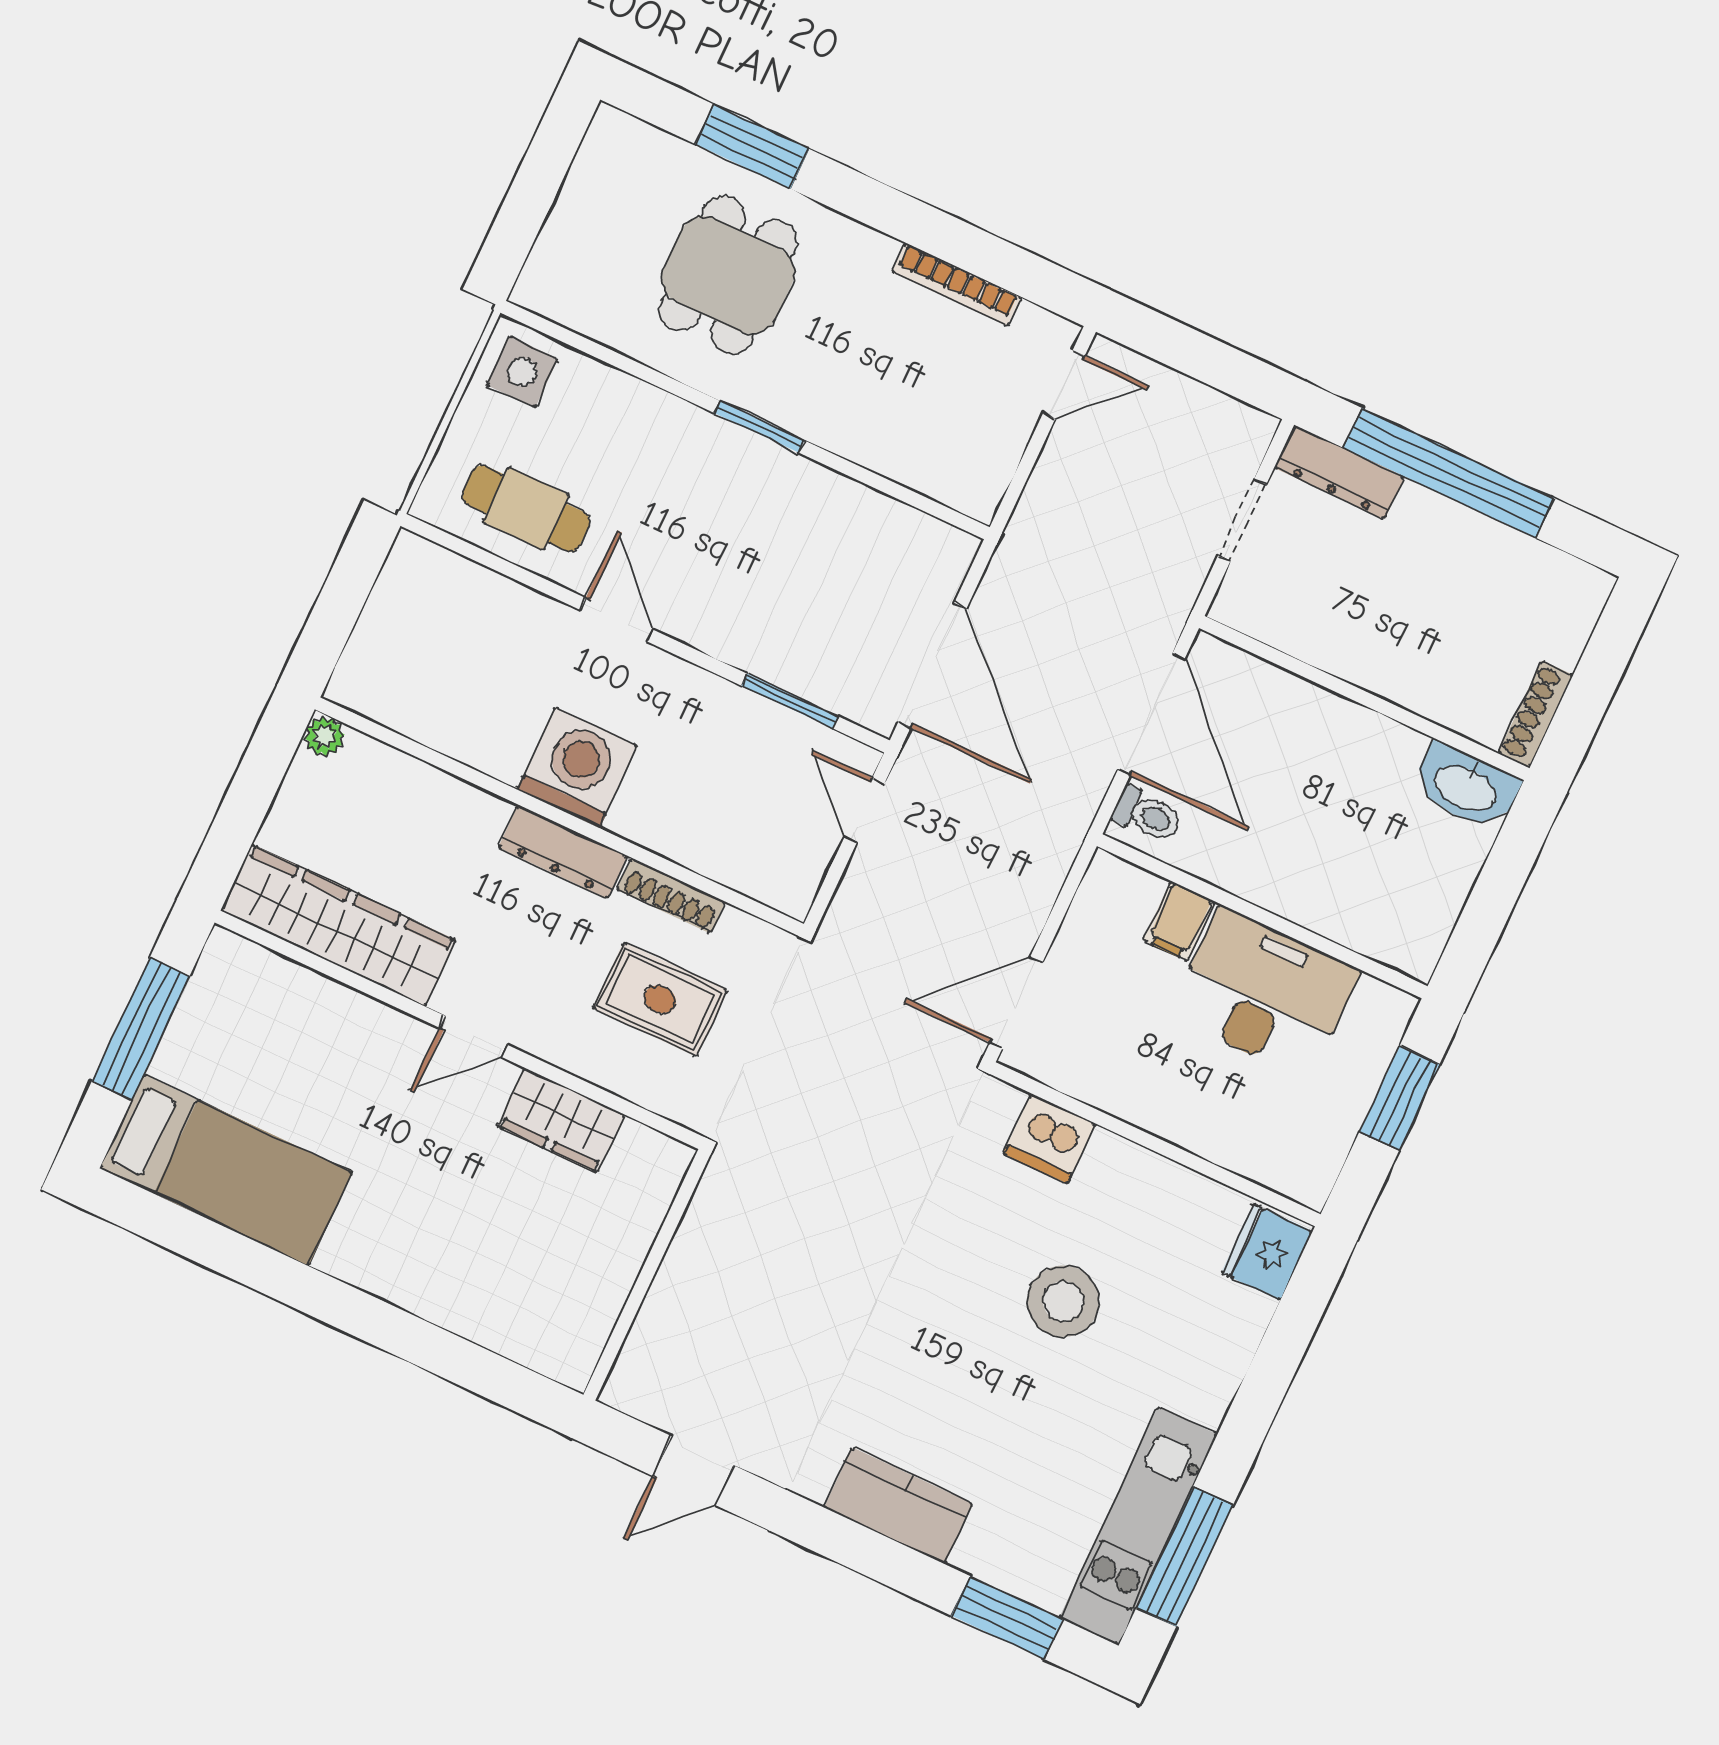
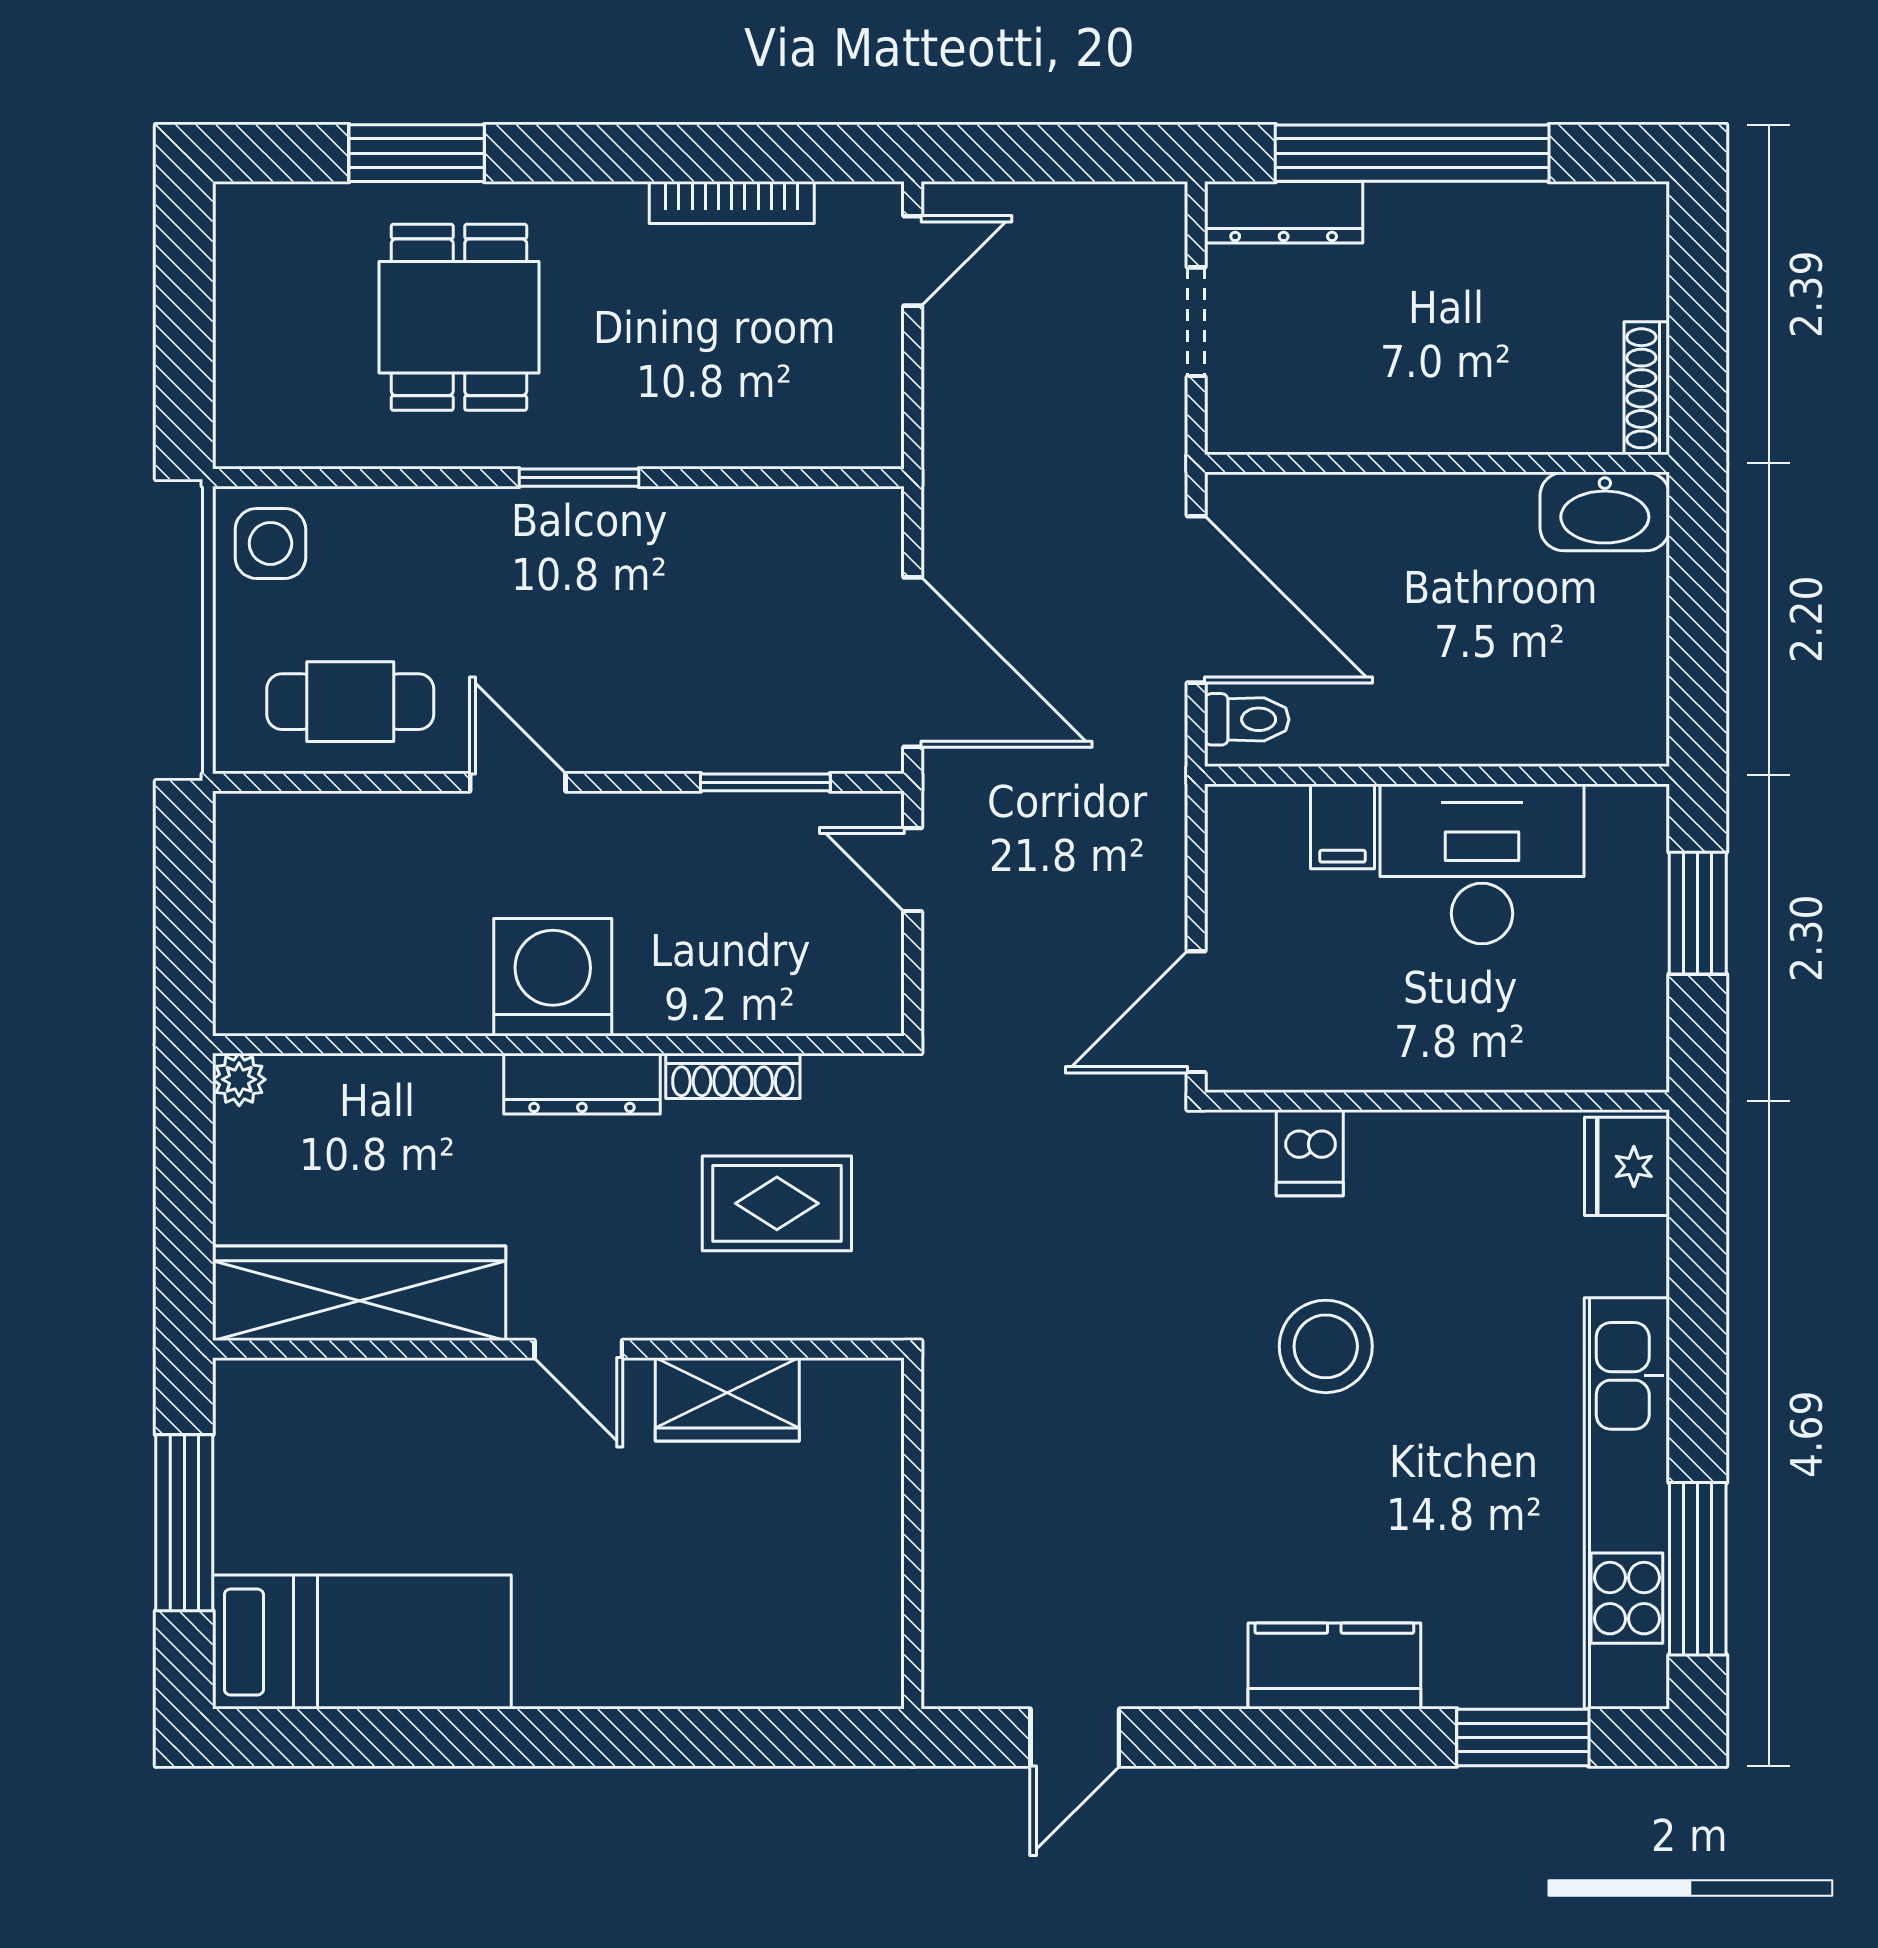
door: (473, 1036) -> (578, 1349), hinge flipped
dishwasher: (1049, 1139) -> (1310, 1153), width x0.73
stool: (1063, 1301) -> (1326, 1346), moved
kitchen unit: (1138, 1526) -> (1627, 1503), width x1.36

